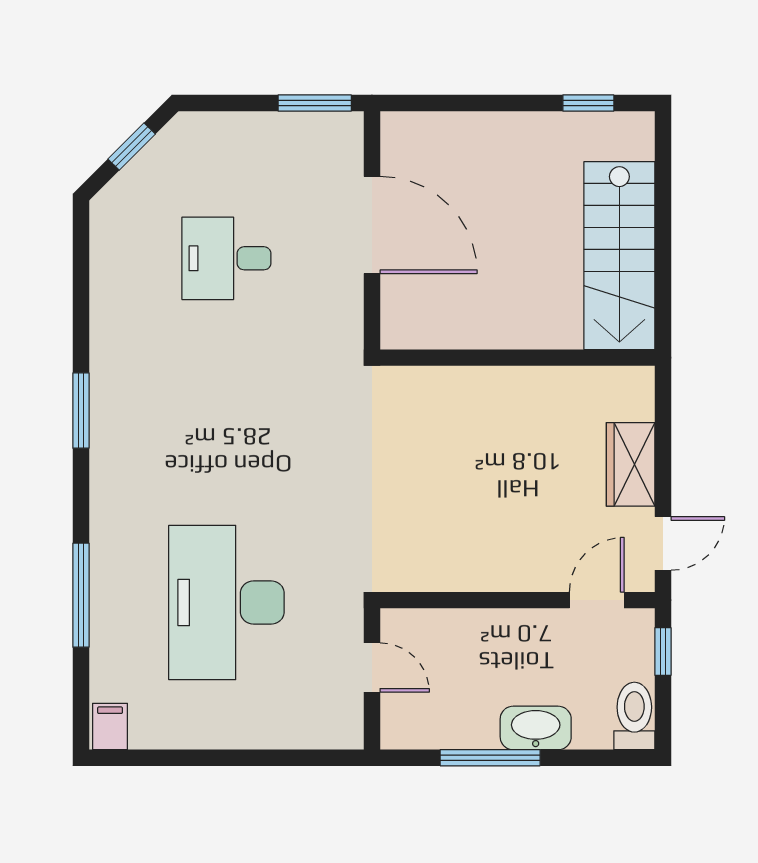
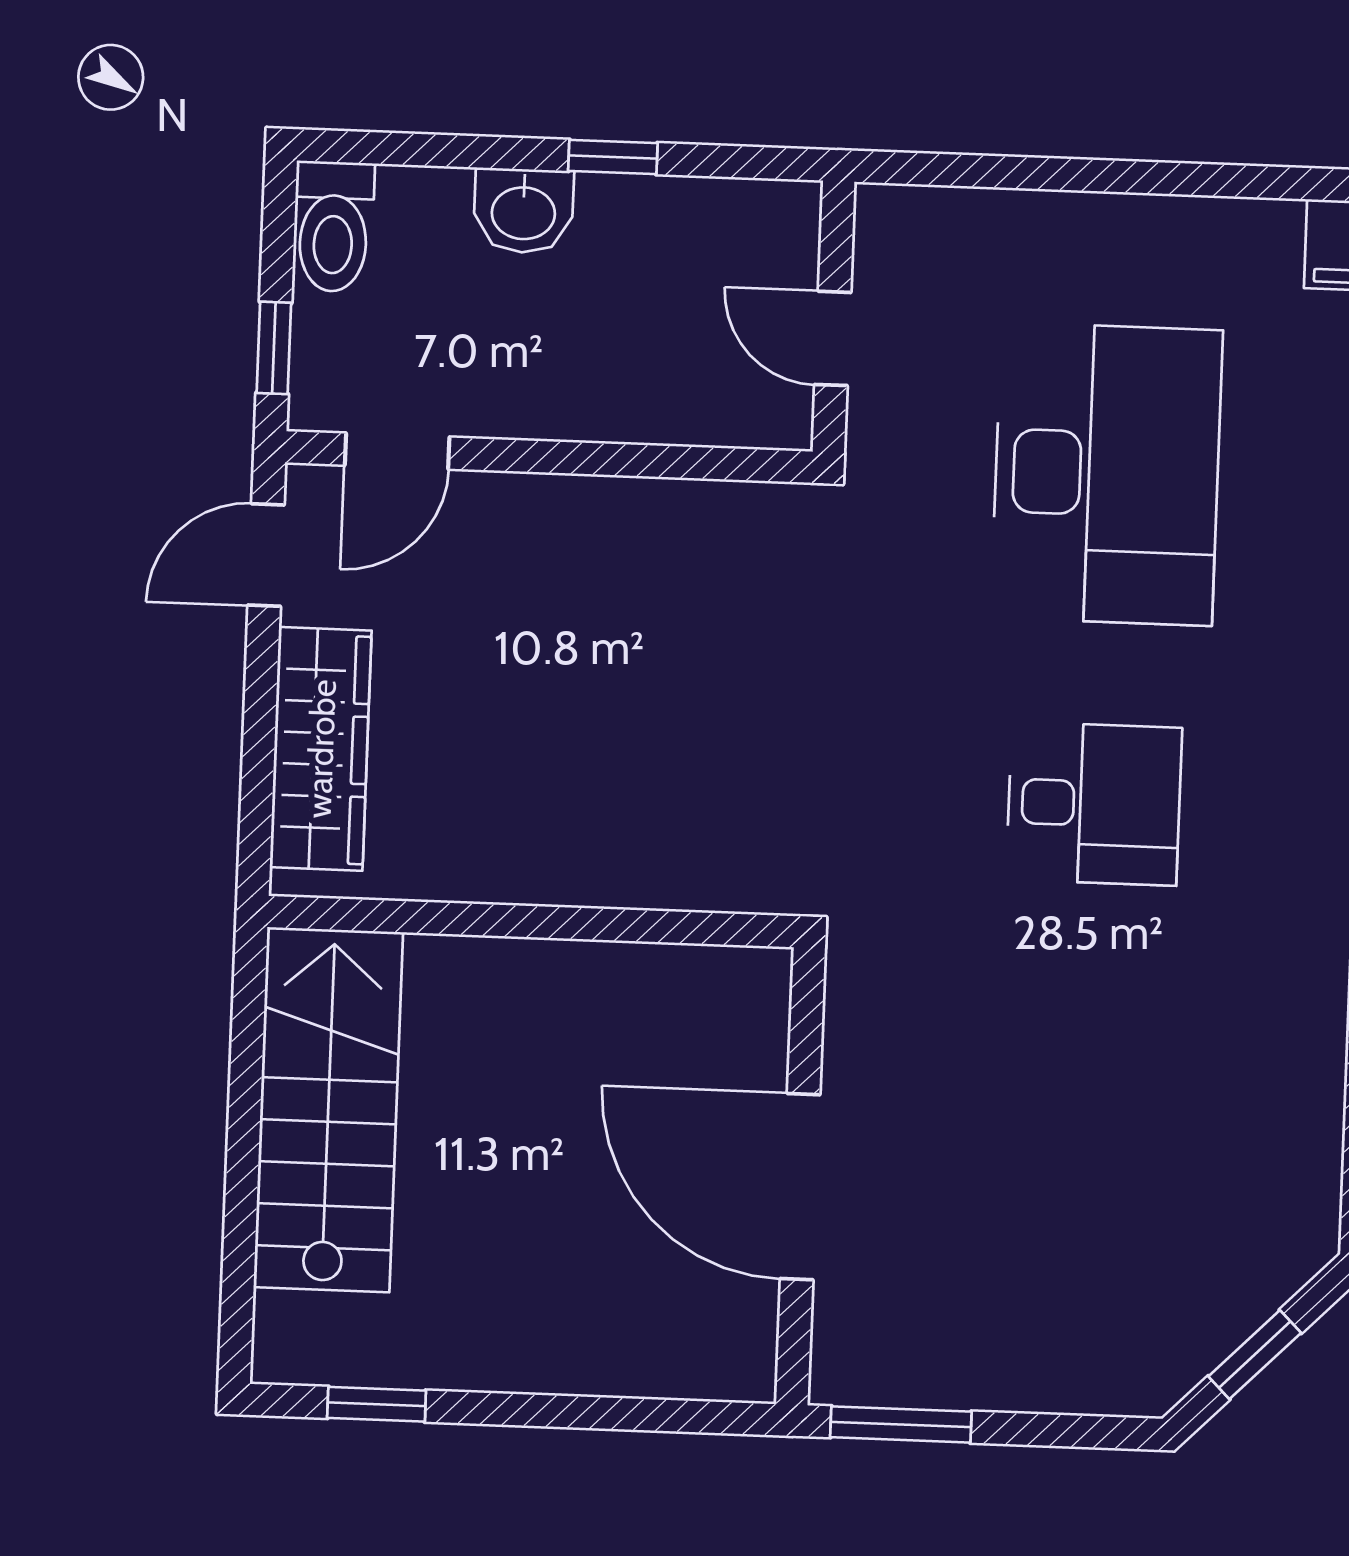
desk: (226, 258) -> (1094, 804), moved
wardrobe: (631, 464) -> (321, 749), width x1.50
washbasin: (536, 728) -> (523, 211), width x0.72
window: (490, 758) -> (613, 157), width x0.46

